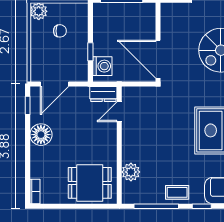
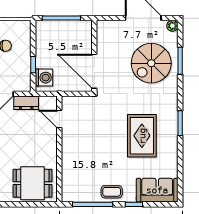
dresser: (103, 94) -> (26, 103), moved
door: (119, 112) -> (59, 119), hinge flipped
plant: (131, 172) -> (70, 173), removed

